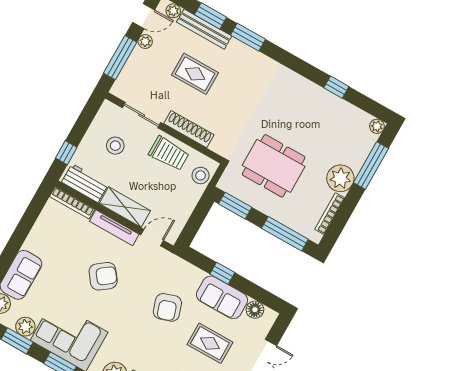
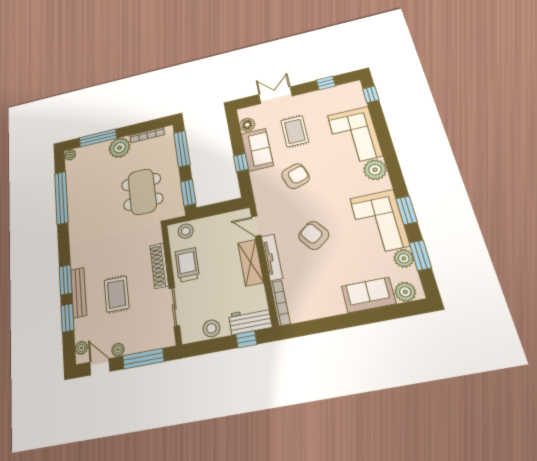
bench: (204, 29) -> (79, 292), moved
window: (336, 87) -> (61, 198), width x3.17
stool: (115, 146) -> (211, 328), moved
workbench: (85, 183) -> (250, 321), moved, turned 90

